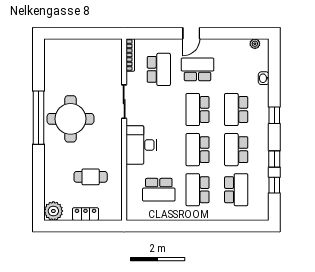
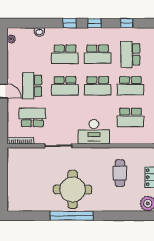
window: (274, 159) -> (94, 23), moved
school desk: (159, 190) -> (130, 117), turned 90
school desk: (236, 190) -> (130, 54), turned -90

